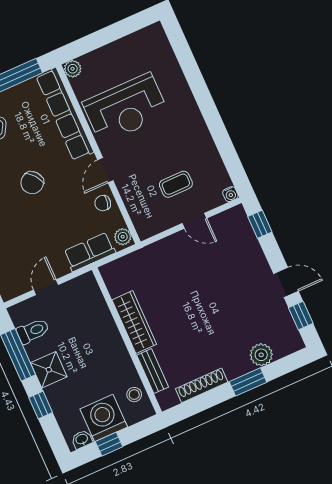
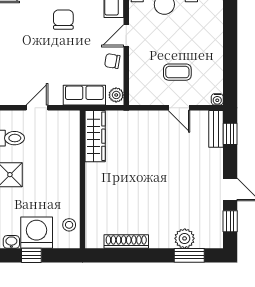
chair: (32, 183) -> (63, 20), turned 128
wardrobe: (134, 322) -> (95, 136), moved
bench: (153, 371) -> (216, 129), moved
window: (248, 382) -> (189, 255), moved

